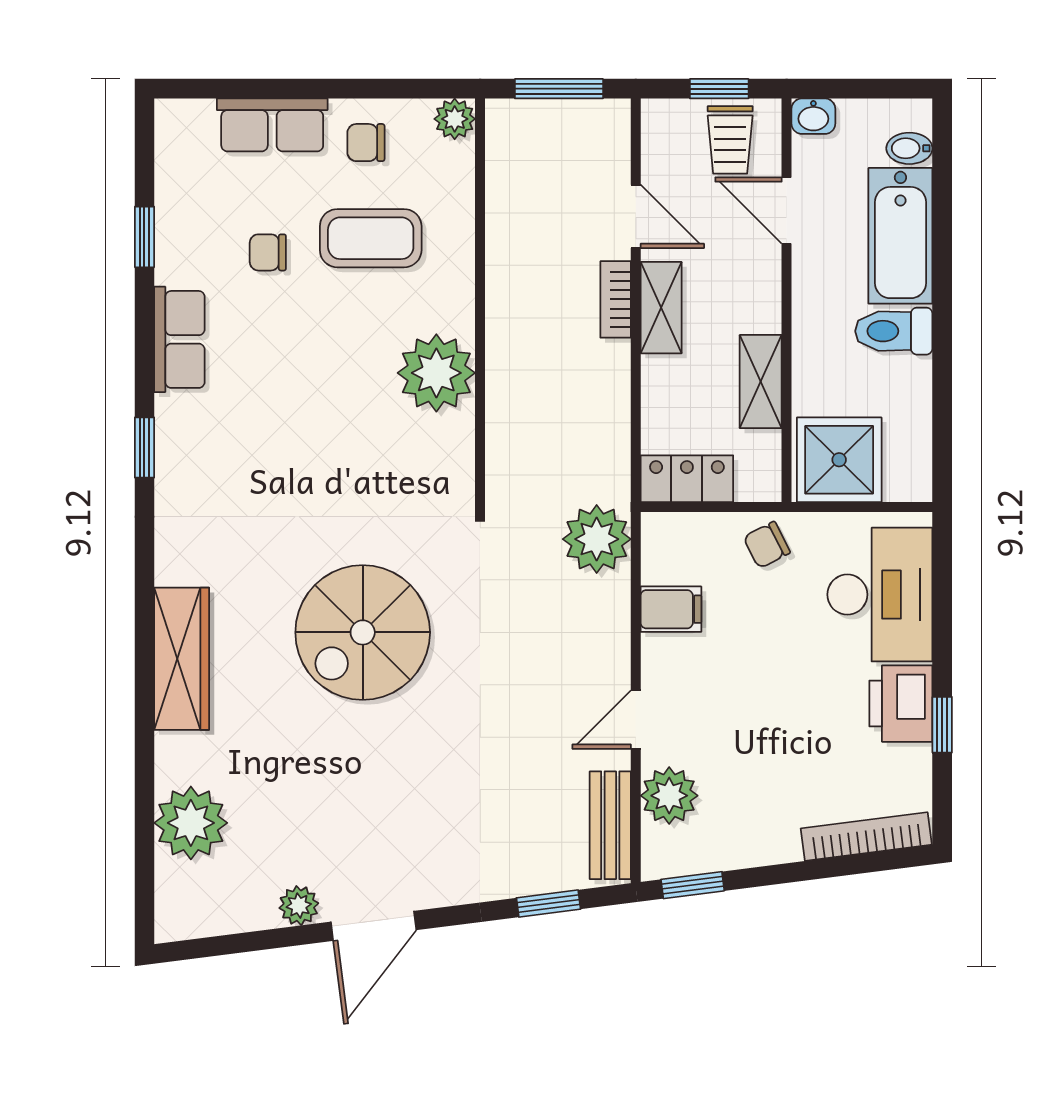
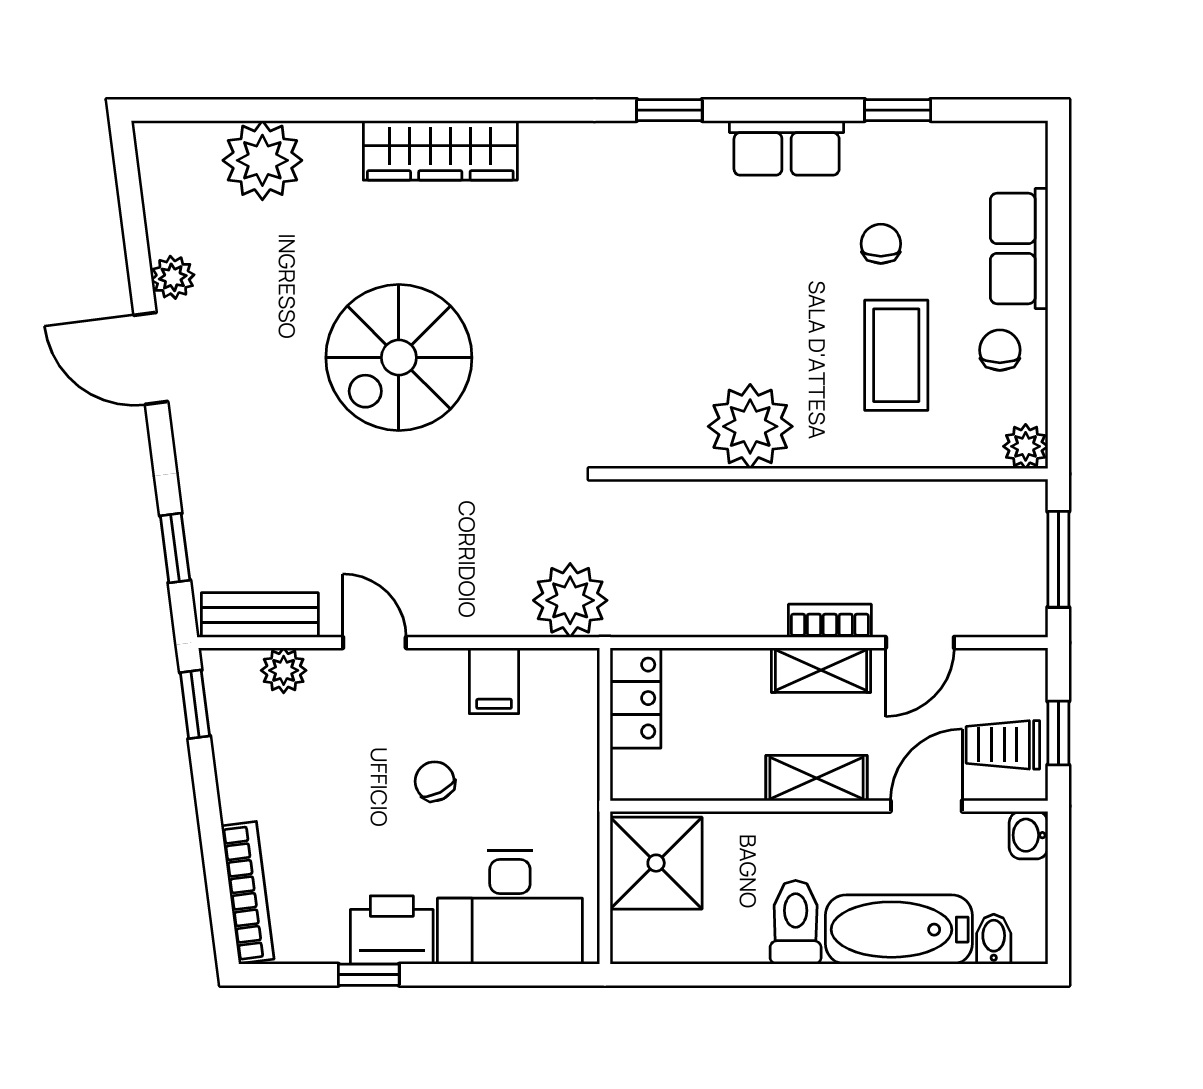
shelving: (761, 382) -> (816, 778), moved
chair: (767, 545) -> (435, 781), moved
spiral stairs: (363, 632) -> (399, 358), moved, turned -90
plant: (669, 796) -> (284, 670), width x0.73, depth x0.73

